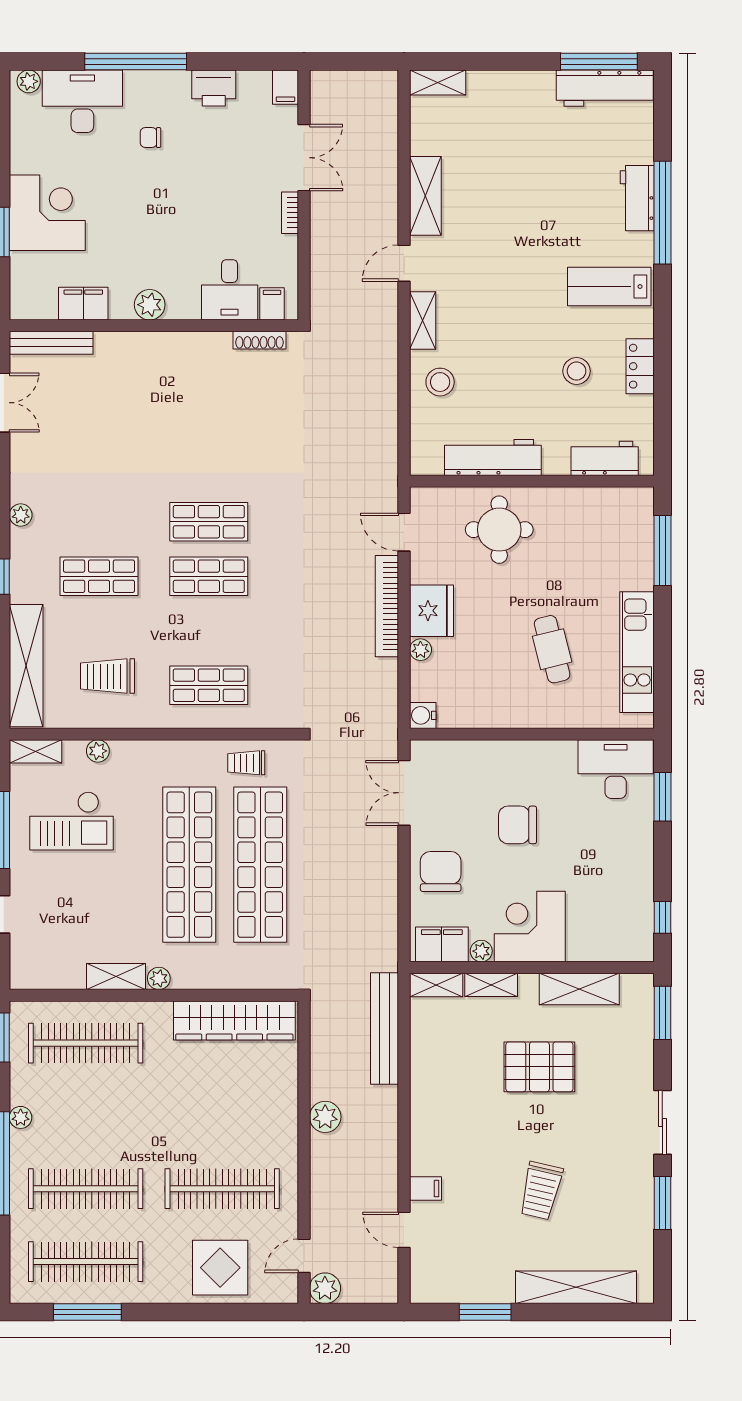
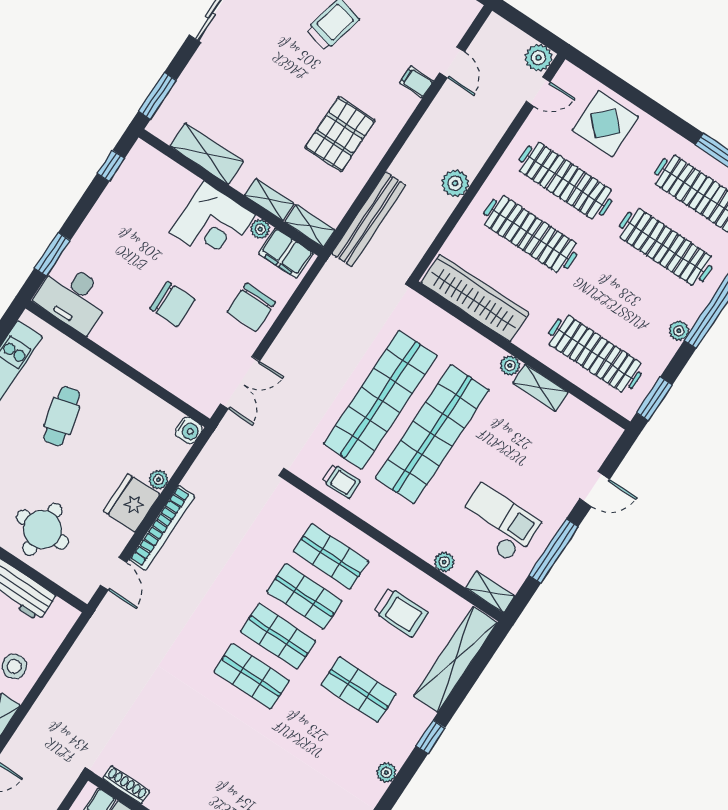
shop shelf: (209, 631) -> (304, 596), added
pallet: (539, 1067) -> (340, 134), moved, turned 90
clothes rail: (222, 1116) -> (530, 234), added

